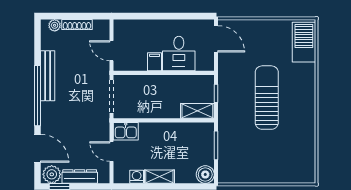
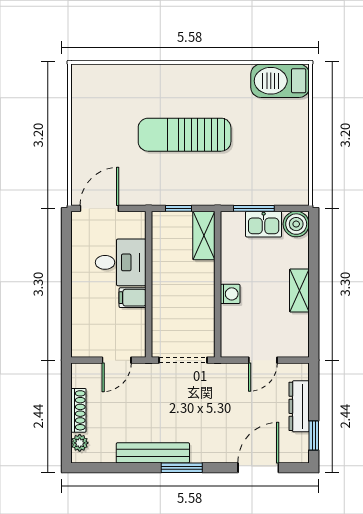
barbecue: (304, 42) -> (280, 81), moved
window: (37, 96) -> (182, 468), width x0.47
kitchen sink: (126, 131) -> (264, 224), moved, turned 90
plant: (52, 174) -> (296, 447), removed
washing machine: (137, 177) -> (230, 294), moved, turned 180

